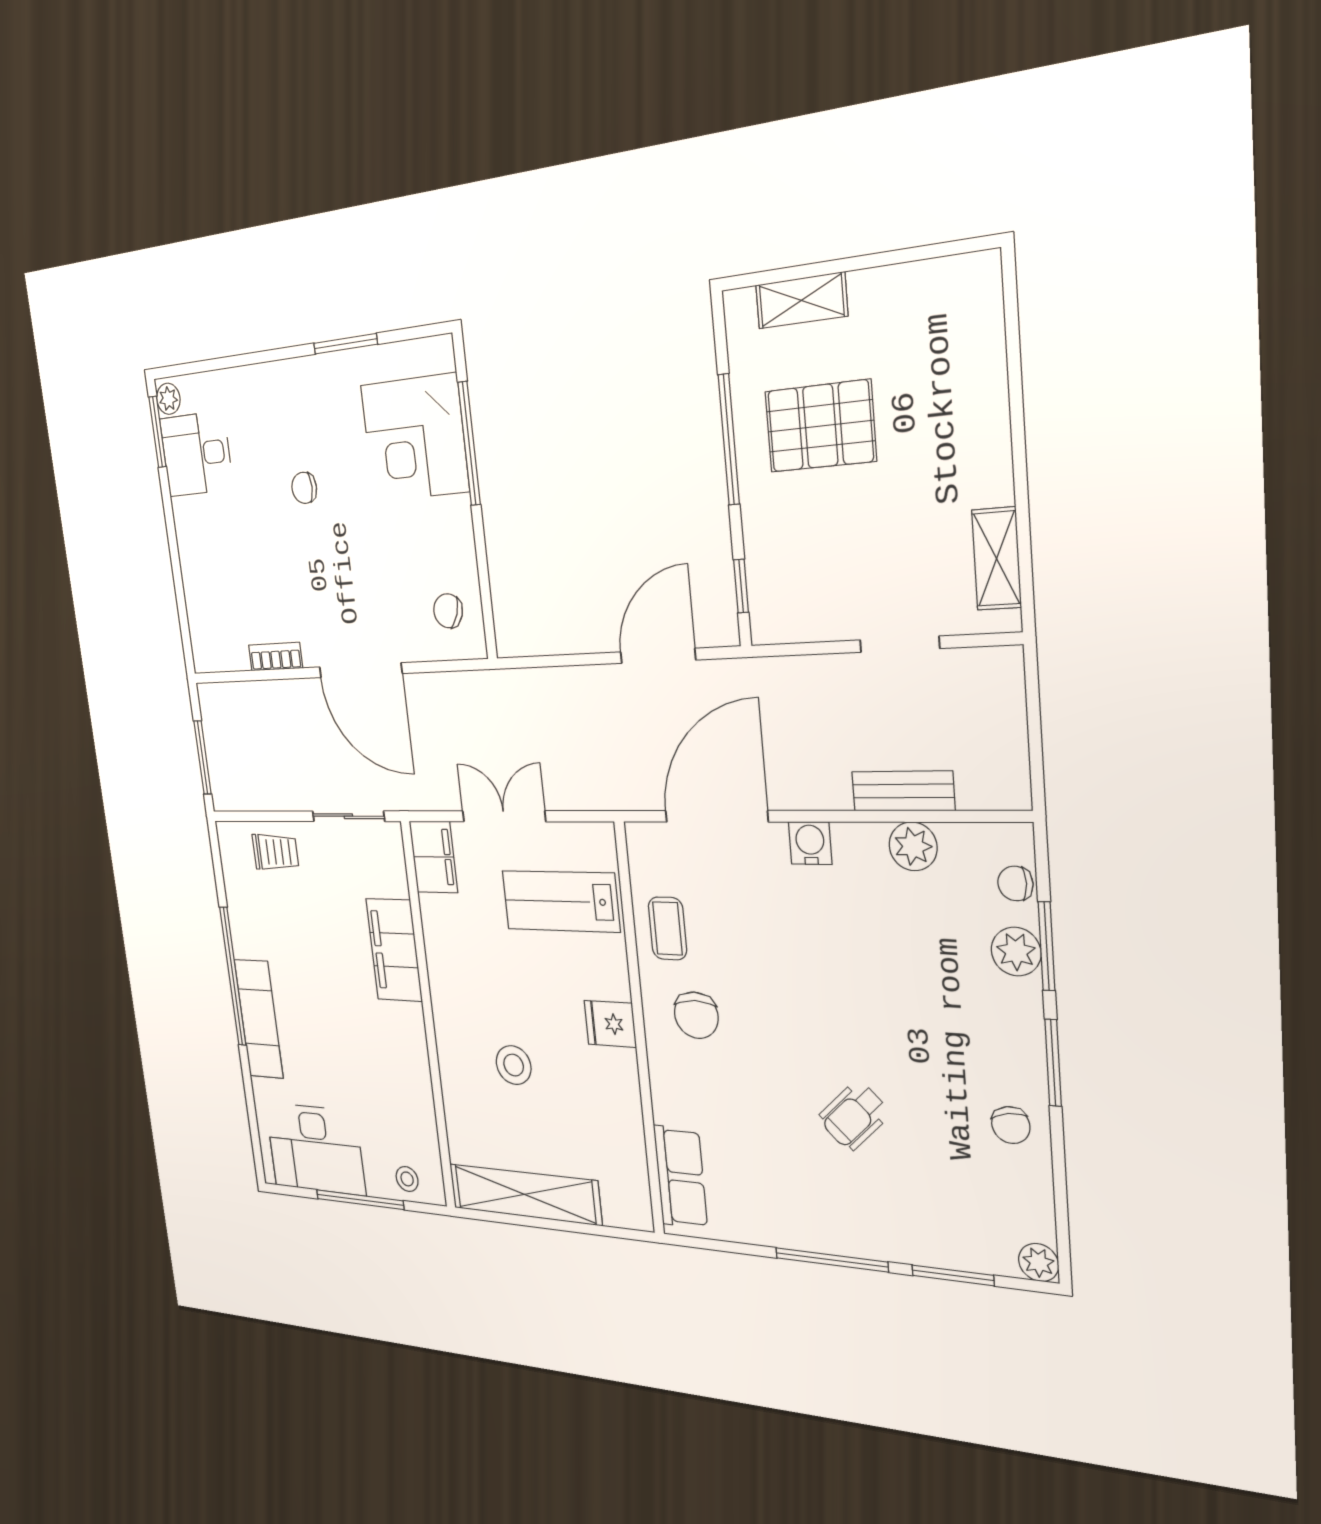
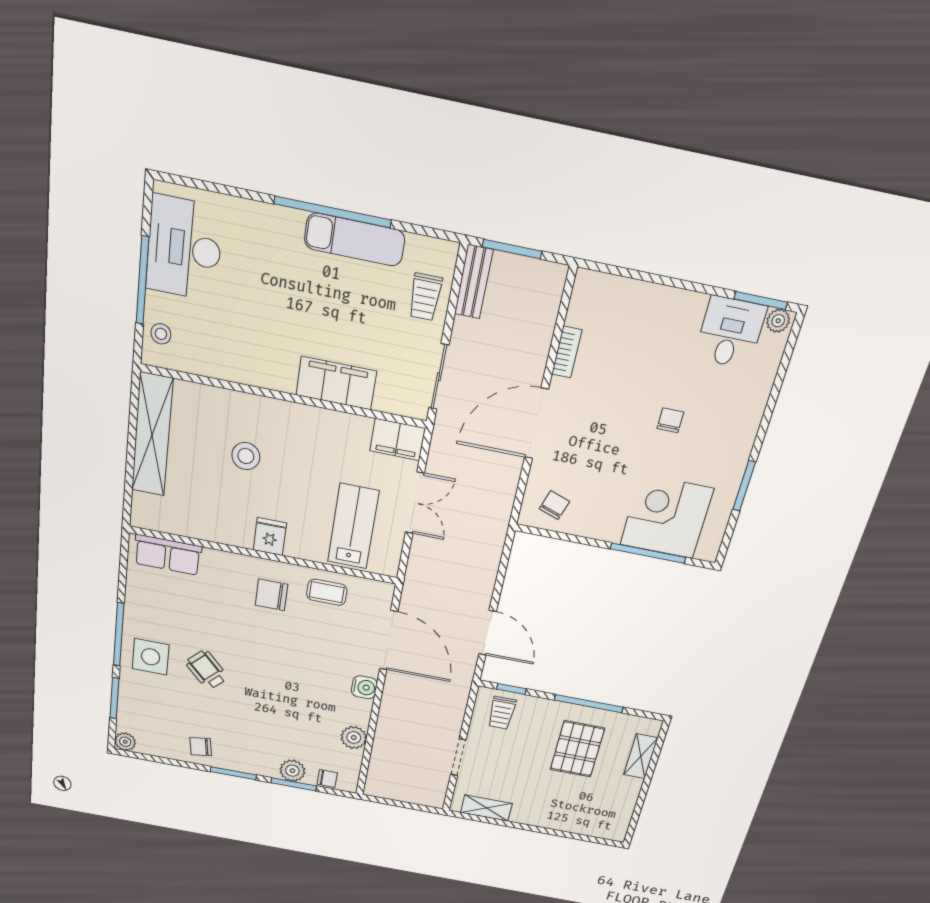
trolley: (789, 589) -> (502, 713), added
bench: (903, 791) -> (474, 282), moved
chair: (1015, 883) -> (327, 779), turned 90
exam couch: (259, 1019) -> (355, 240), moved
side table: (857, 1210) -> (151, 657), added

